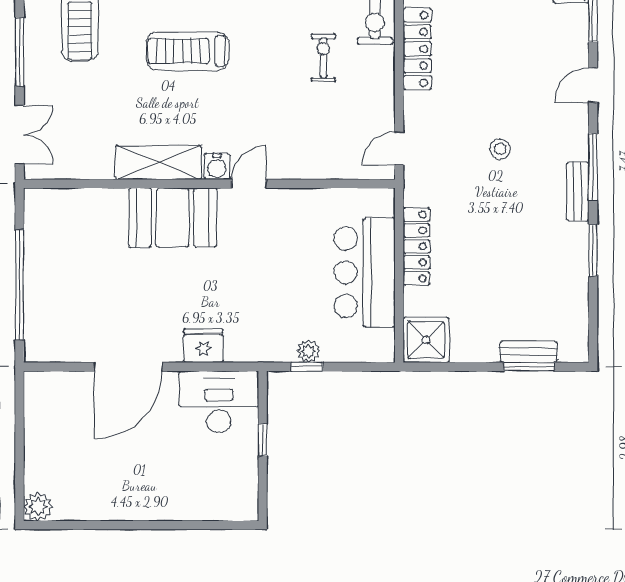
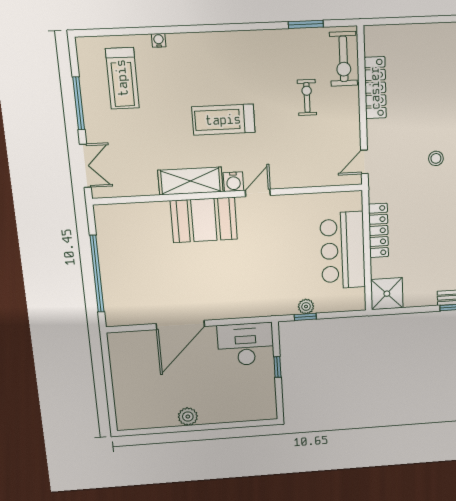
treadmill: (187, 51) -> (223, 120), moved
fridge: (203, 346) -> (232, 307), removed
plant: (38, 507) -> (188, 417), moved

